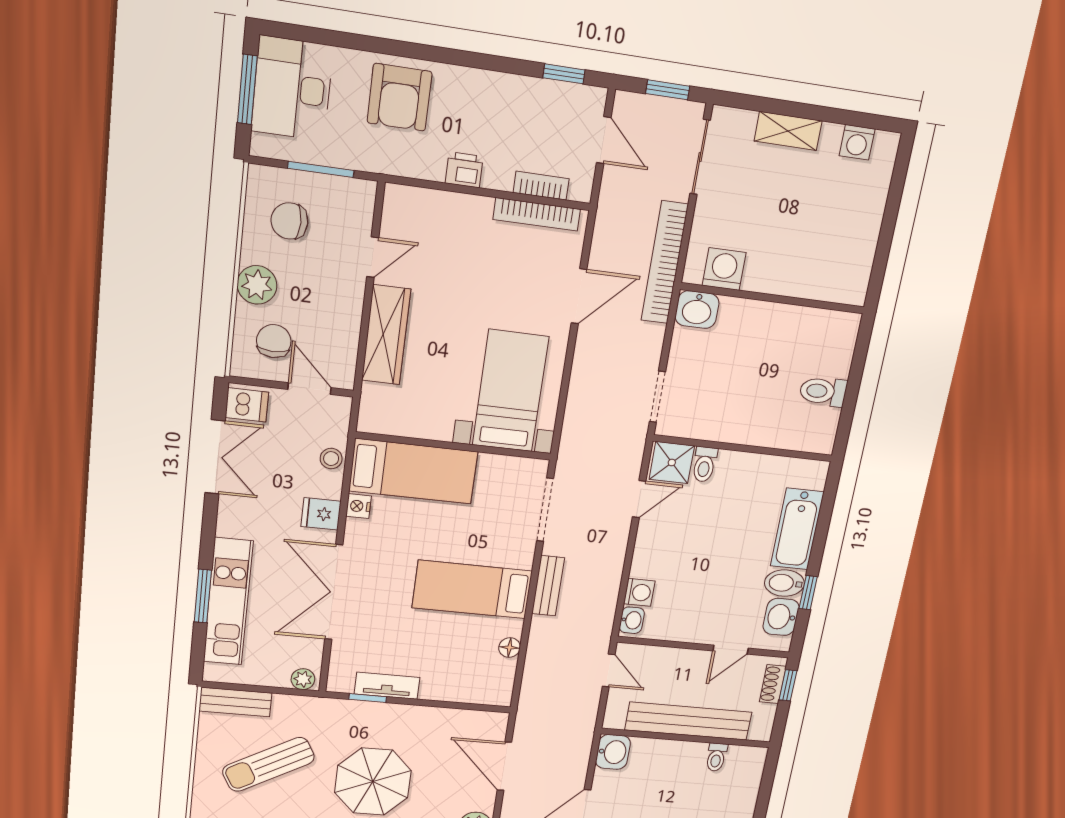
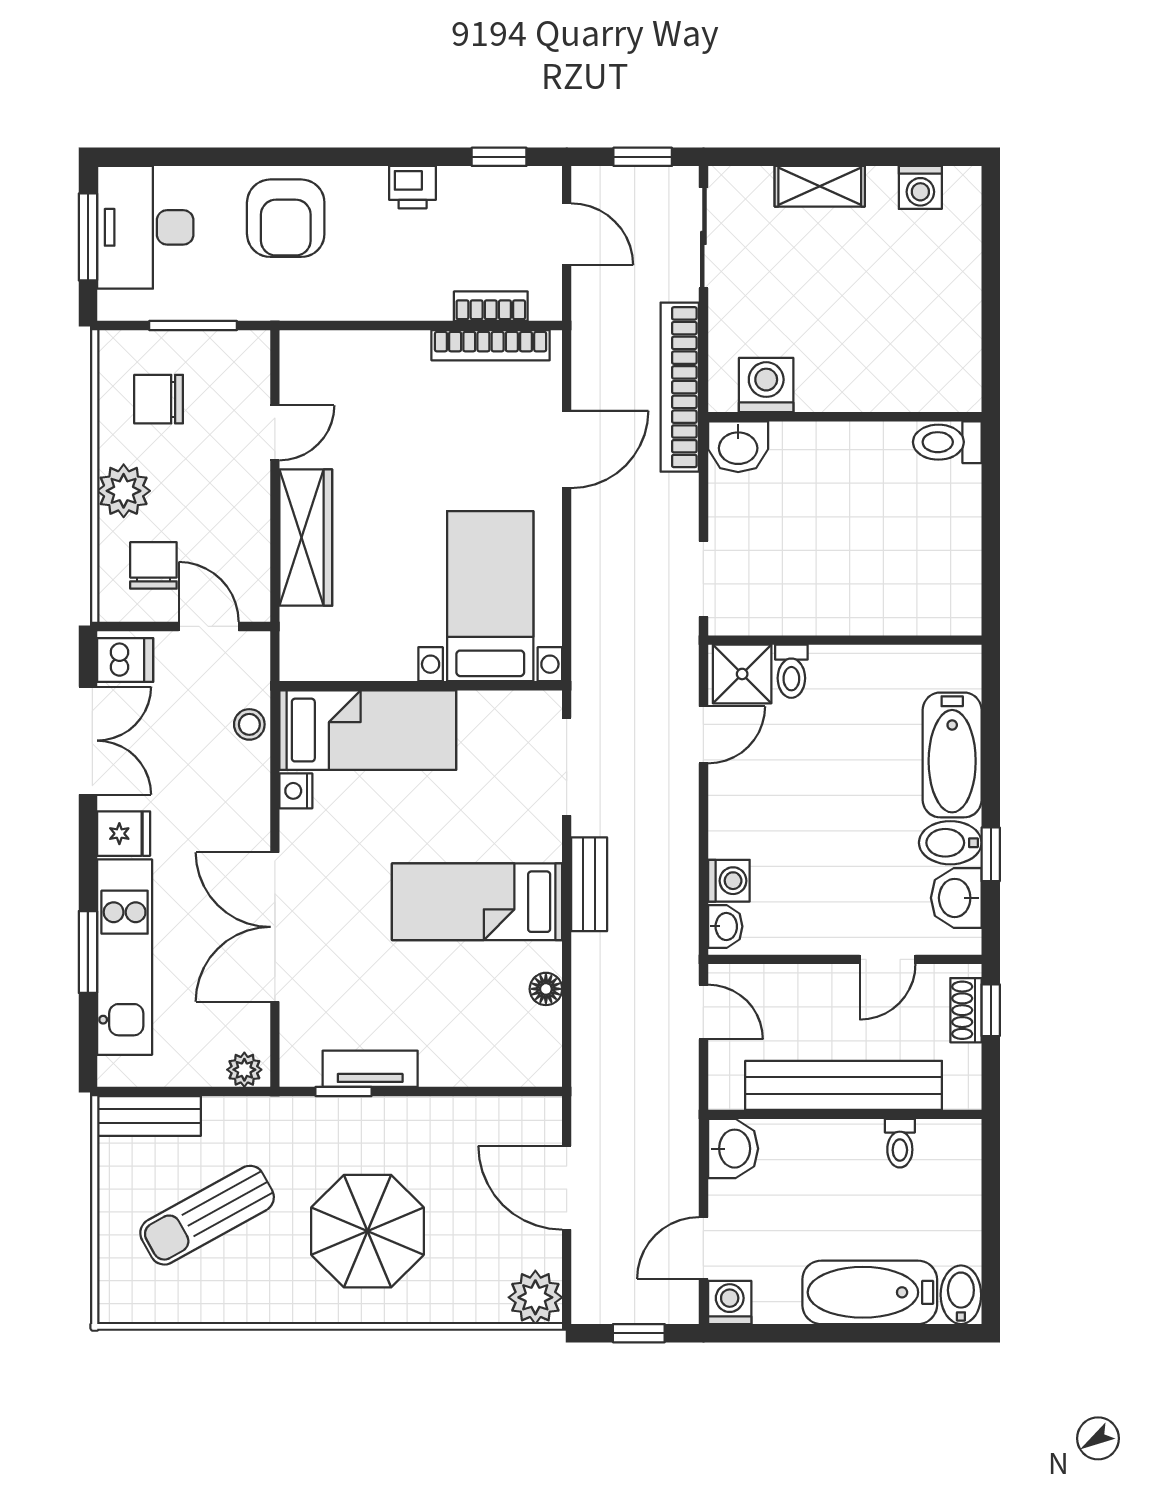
printer: (464, 170) -> (413, 187), moved, turned 180
toilet: (823, 391) -> (947, 442), moved
fridge: (321, 514) -> (124, 834), moved, turned 180

